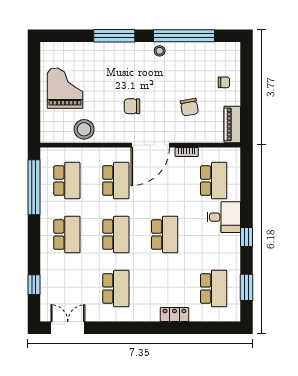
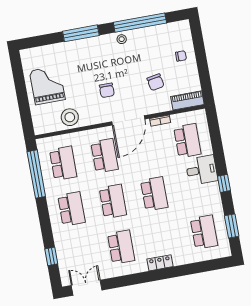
chair: (132, 106) -> (107, 90), turned -90
piano: (232, 124) -> (187, 100), moved, turned 90
locker: (174, 315) -> (160, 263), moved

